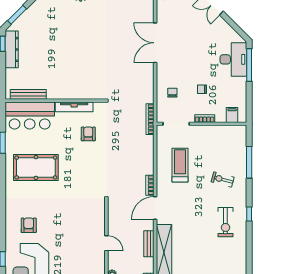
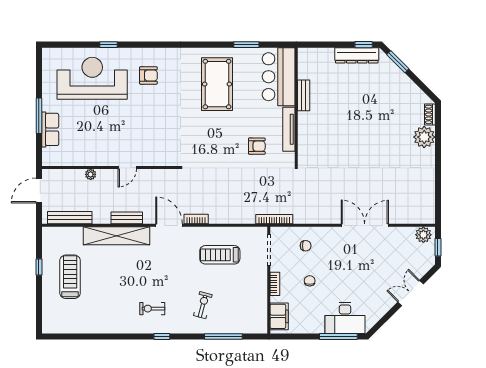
bench: (28, 94) -> (304, 95), moved, width x0.73
filing cabinet: (232, 115) -> (279, 316), width x2.00
treadmill: (180, 165) -> (220, 255), turned 180
exercise bike: (225, 222) -> (152, 309), width x0.73, depth x0.72

